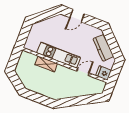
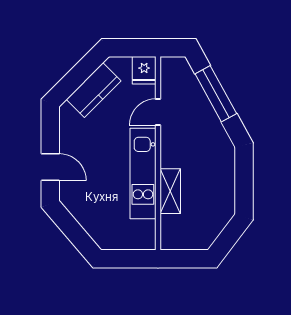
door: (83, 72) -> (158, 112), hinge flipped
window: (81, 100) -> (216, 94), added

